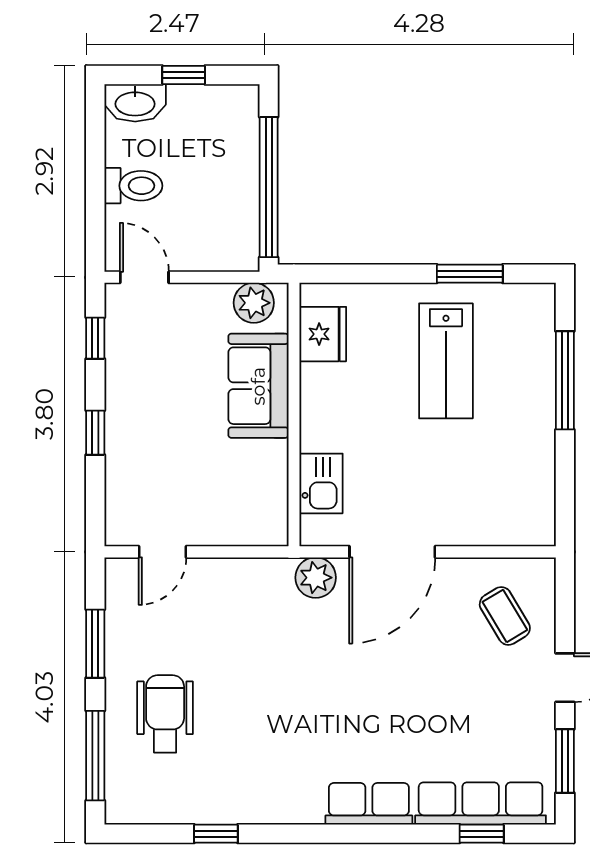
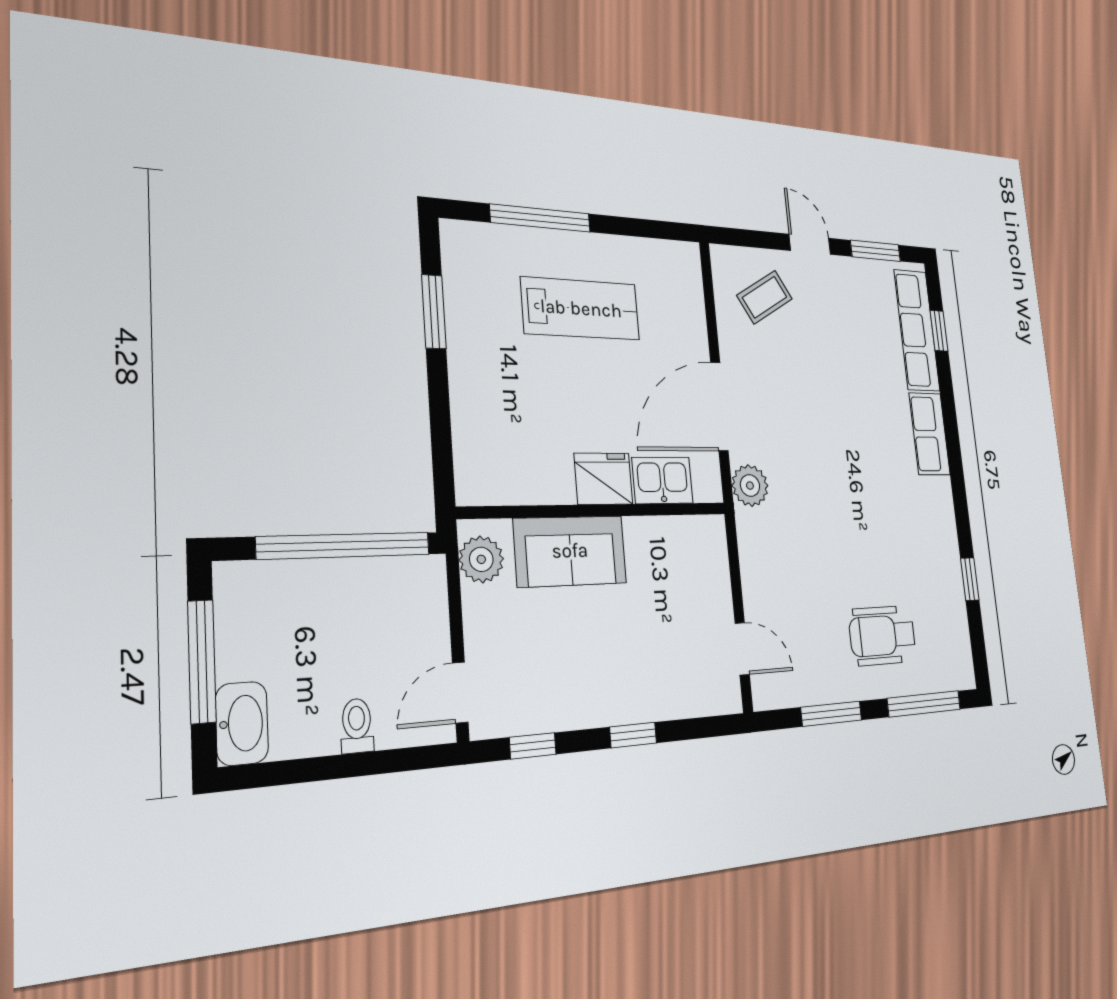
window: (184, 75) -> (202, 661), width x2.17
toilet: (133, 186) -> (357, 726), width x0.73, depth x0.72
fridge: (323, 334) -> (604, 479), moved
lab bench: (446, 361) -> (581, 309), moved
door: (392, 552) -> (719, 407), swing flipped

